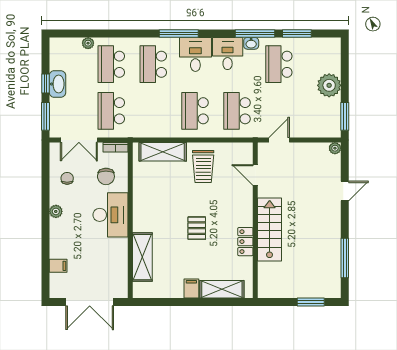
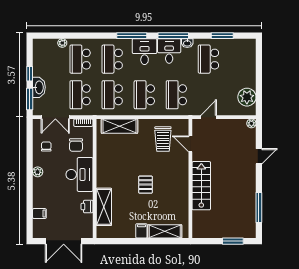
window: (255, 34) -> (173, 36), moved
washbasin: (57, 84) -> (39, 87), moved
plant: (329, 85) -> (247, 97), moved
school desk: (153, 111) -> (112, 95), added
window: (345, 116) -> (259, 99), removed
trolley: (203, 166) -> (163, 139), moved
locker: (245, 242) -> (183, 195), removed
printer: (120, 257) -> (87, 207), added

